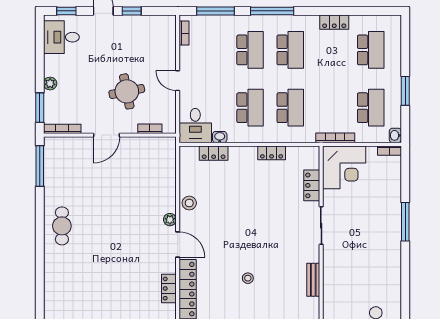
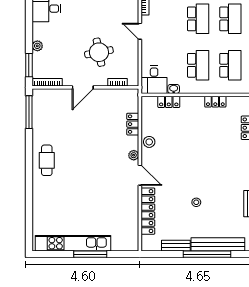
door: (178, 81) -> (140, 31), moved
locker: (169, 289) -> (133, 124), moved

